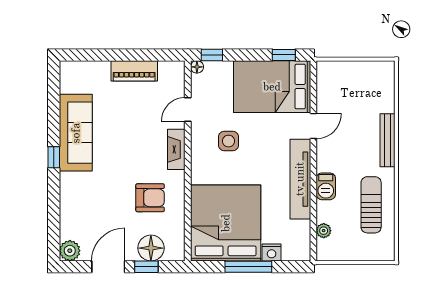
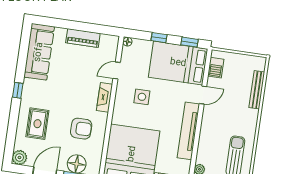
window: (212, 55) -> (159, 38), moved
sofa: (76, 133) -> (39, 52), moved
bench: (387, 140) -> (257, 90), moved
barbecue: (326, 186) -> (216, 68), moved
rug: (88, 200) -> (37, 124), added

